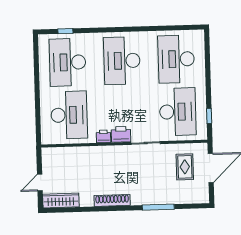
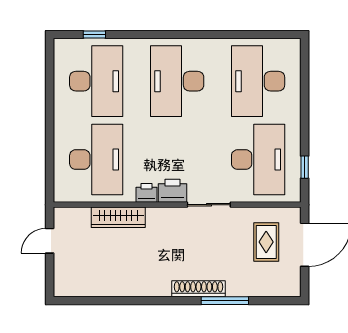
desk: (68, 62) -> (96, 81), turned 180
door: (40, 183) -> (50, 241), moved
shoe rack: (112, 200) -> (198, 289), moved
wardrobe: (61, 201) -> (118, 217), moved, turned 180

